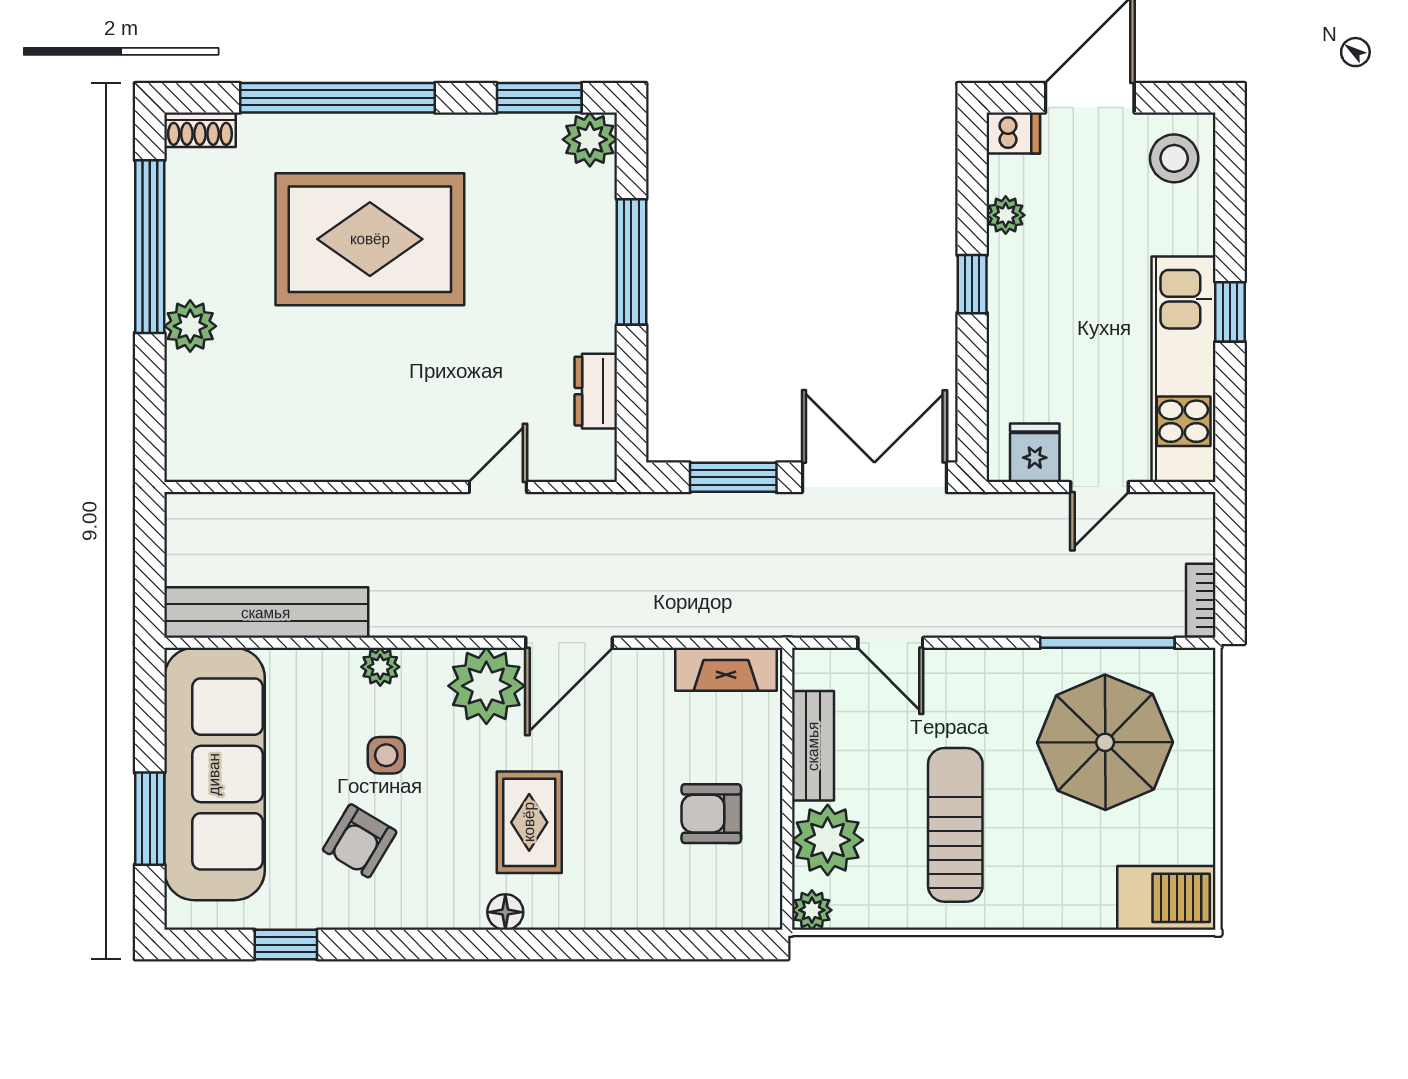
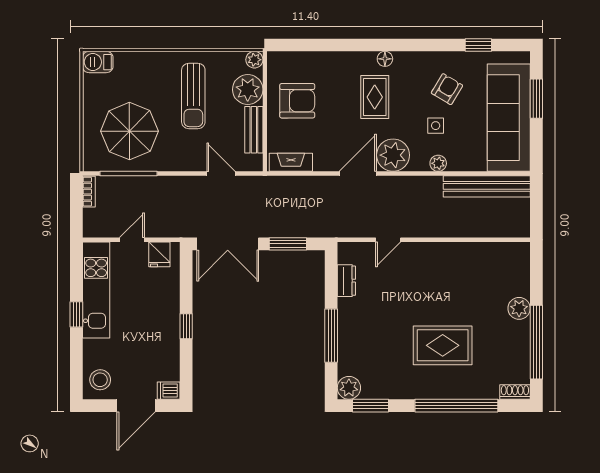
plant: (1006, 215) -> (172, 356), removed
rug: (370, 239) -> (443, 345), width x0.73, depth x0.69
armchair: (711, 814) -> (297, 101), width x1.38, depth x1.38
barbecue: (1166, 898) -> (98, 62), width x0.73, depth x0.79

